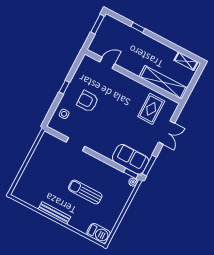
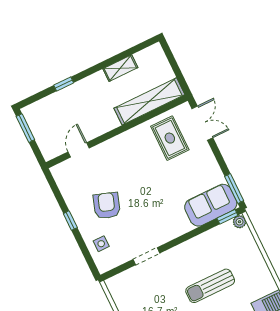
shelving: (186, 61) -> (120, 68), moved
armchair: (88, 101) -> (107, 206), turned 109
double door: (167, 133) -> (202, 123), moved

